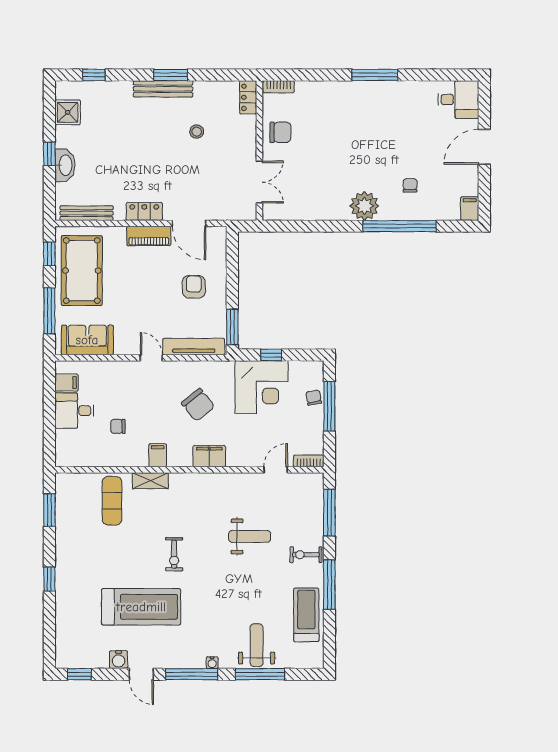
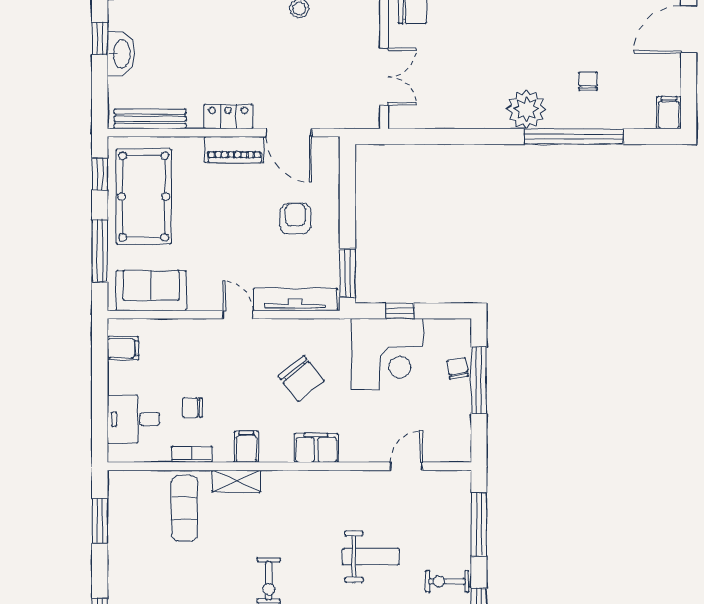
desk: (74, 411) -> (133, 419), moved
bookcase: (309, 461) -> (192, 454), moved

